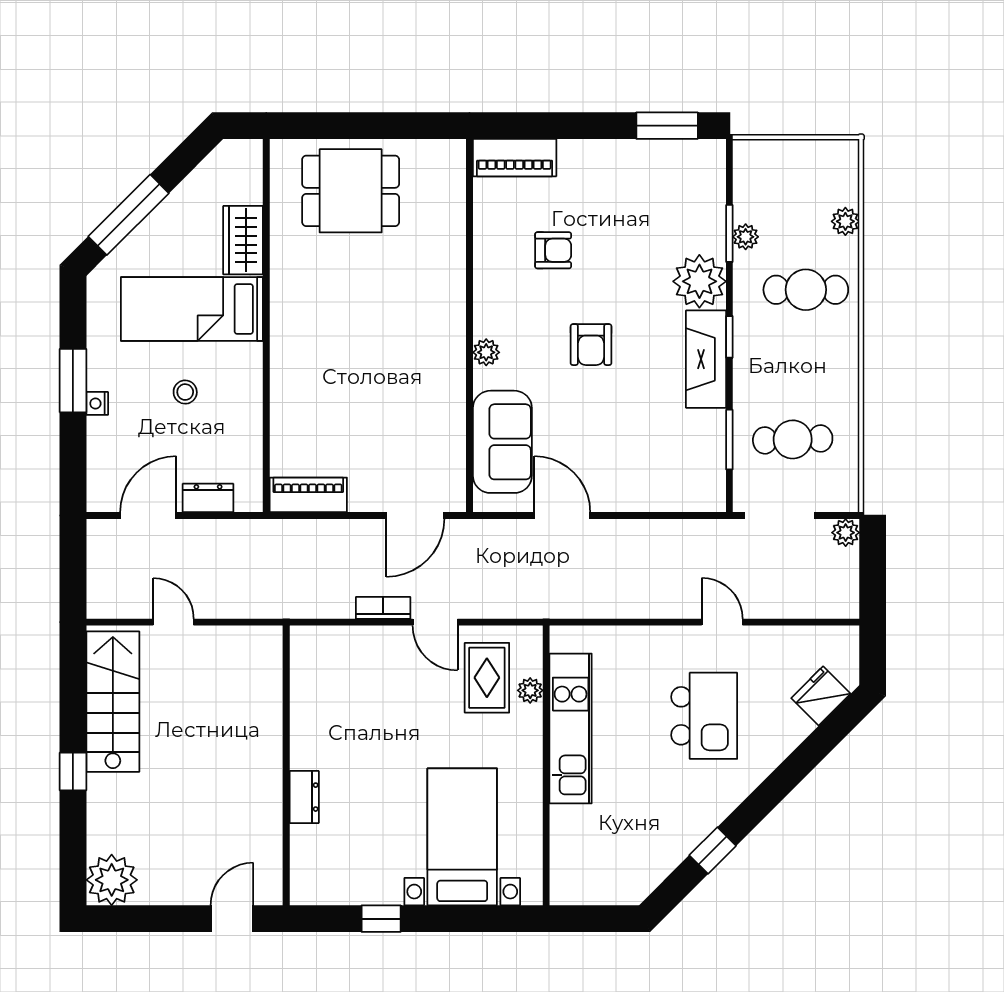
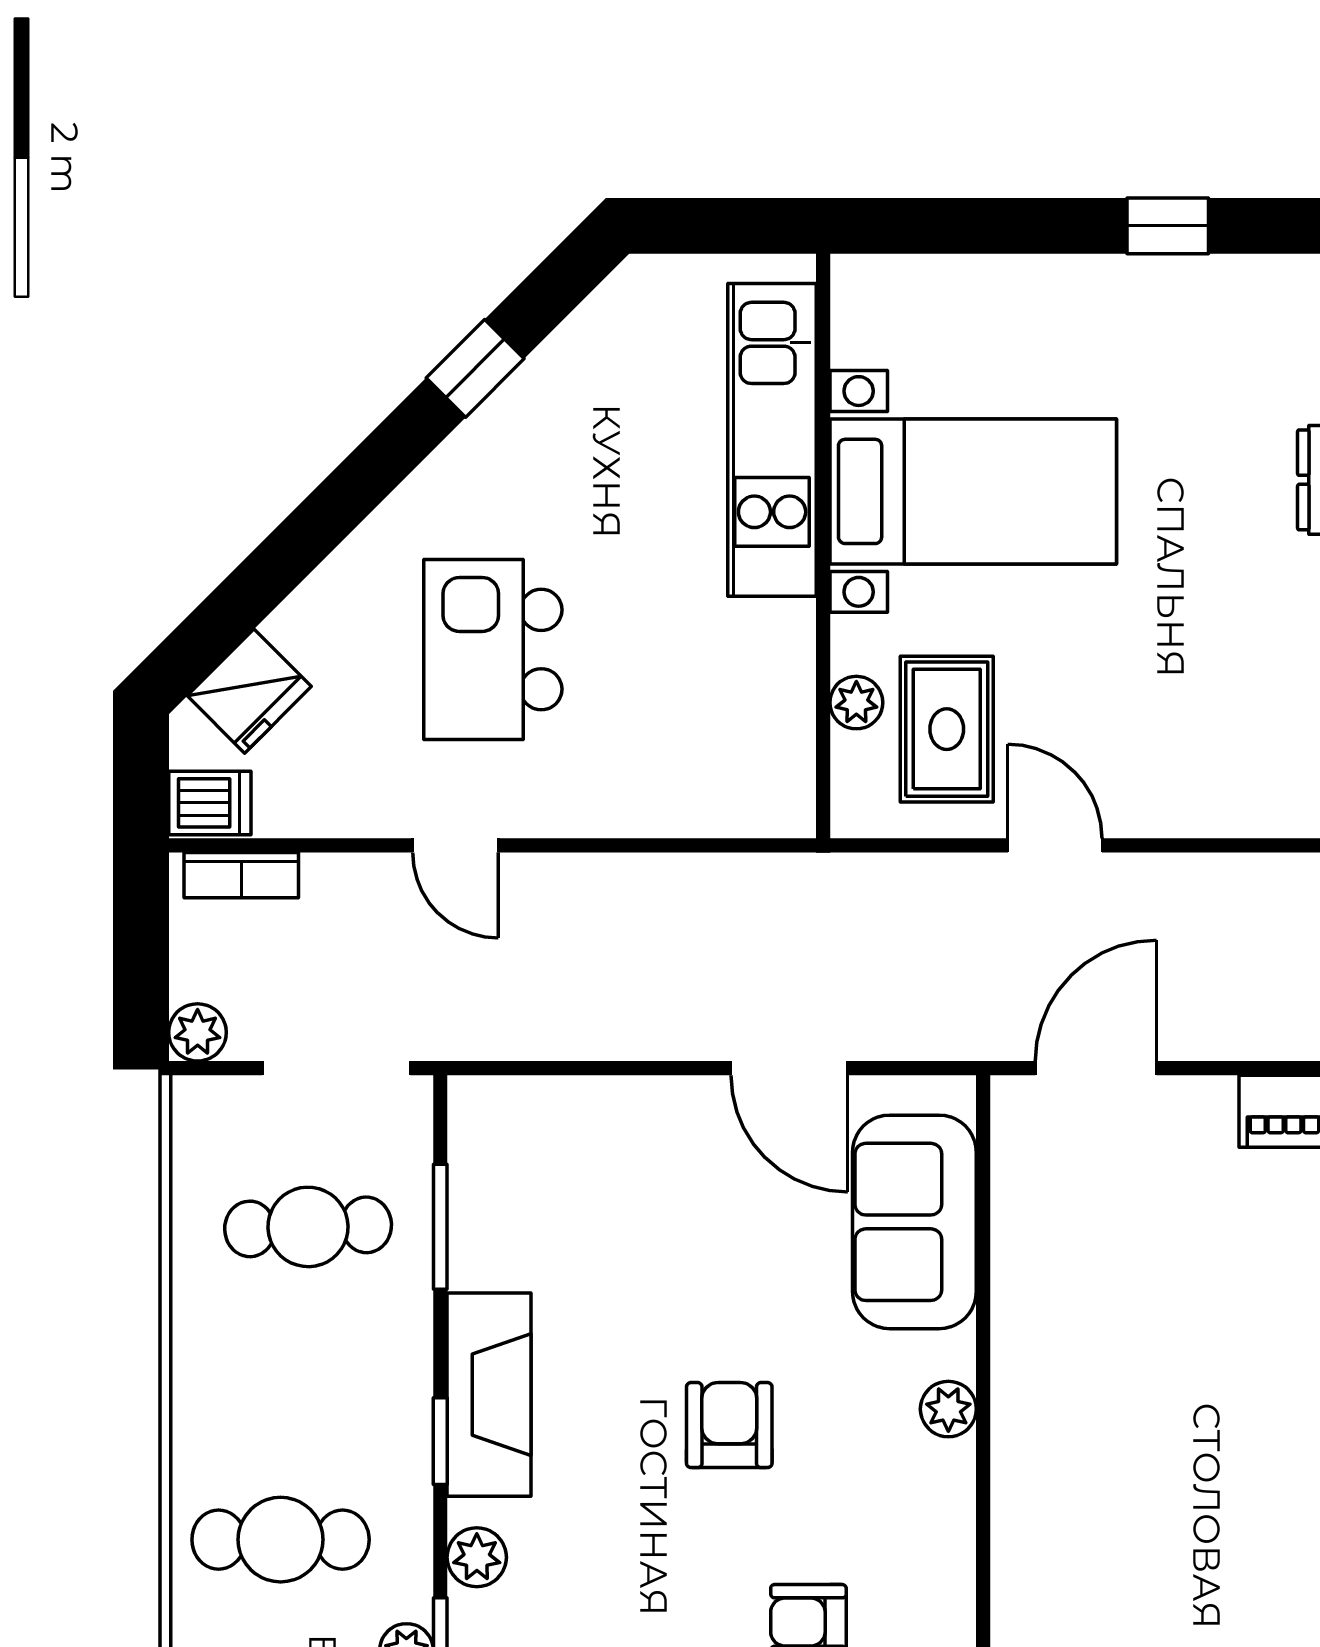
plant: (699, 281) -> (477, 1557), width x0.53, depth x0.53
bookcase: (383, 608) -> (241, 875), moved
dishwasher: (840, 642) -> (210, 803), added
kitchen unit: (571, 729) -> (772, 440), moved
bed with nightstands: (462, 837) -> (973, 491), moved, turned -90

